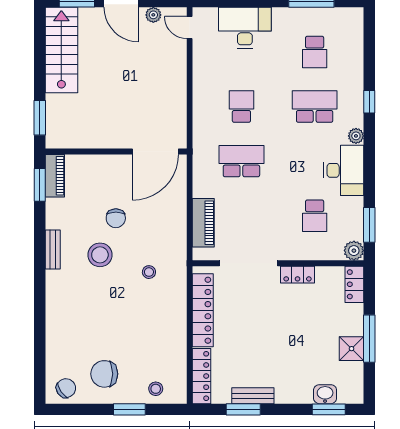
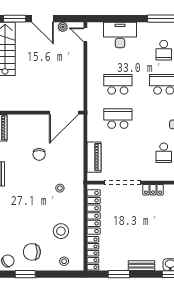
school desk: (241, 107) -> (118, 84), width x1.85
stool: (100, 255) -> (61, 231), moved
bench: (253, 396) -> (142, 266), moved
window: (129, 409) -> (25, 274), moved

